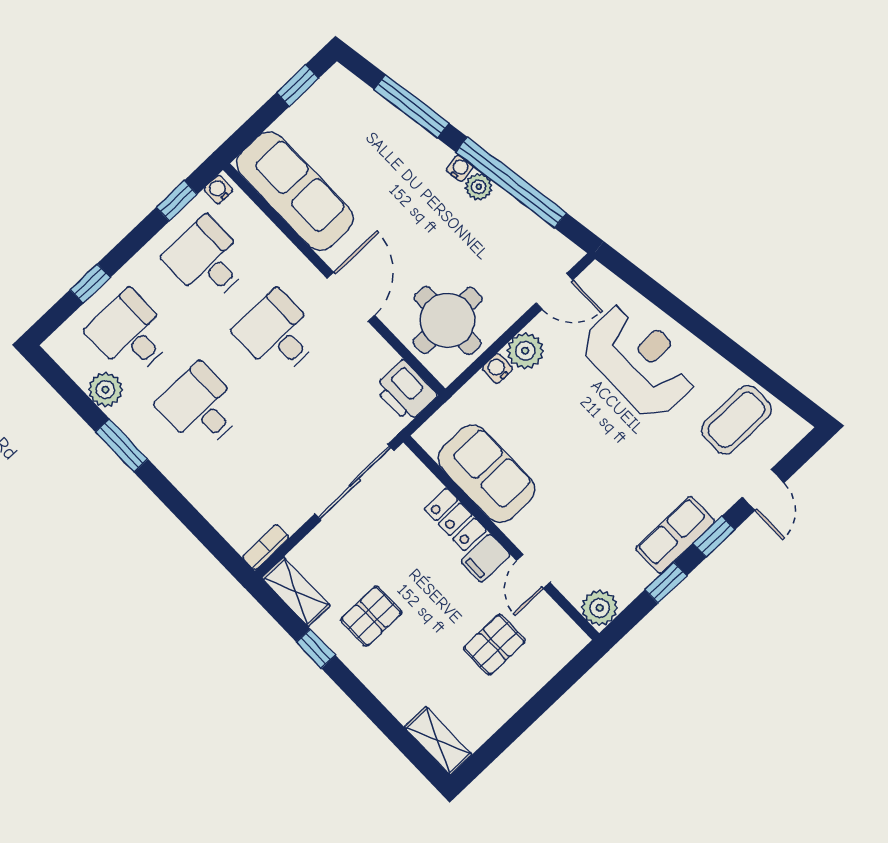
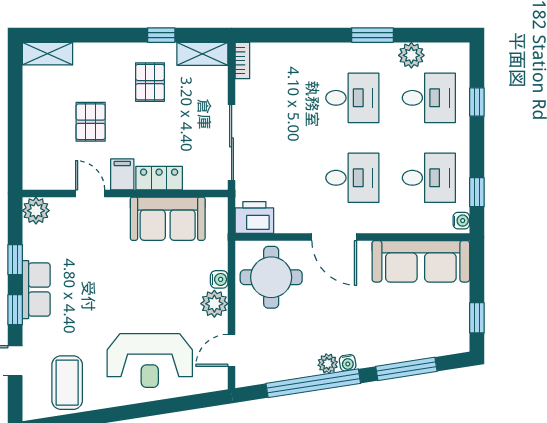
pallet: (494, 645) -> (91, 122), moved

